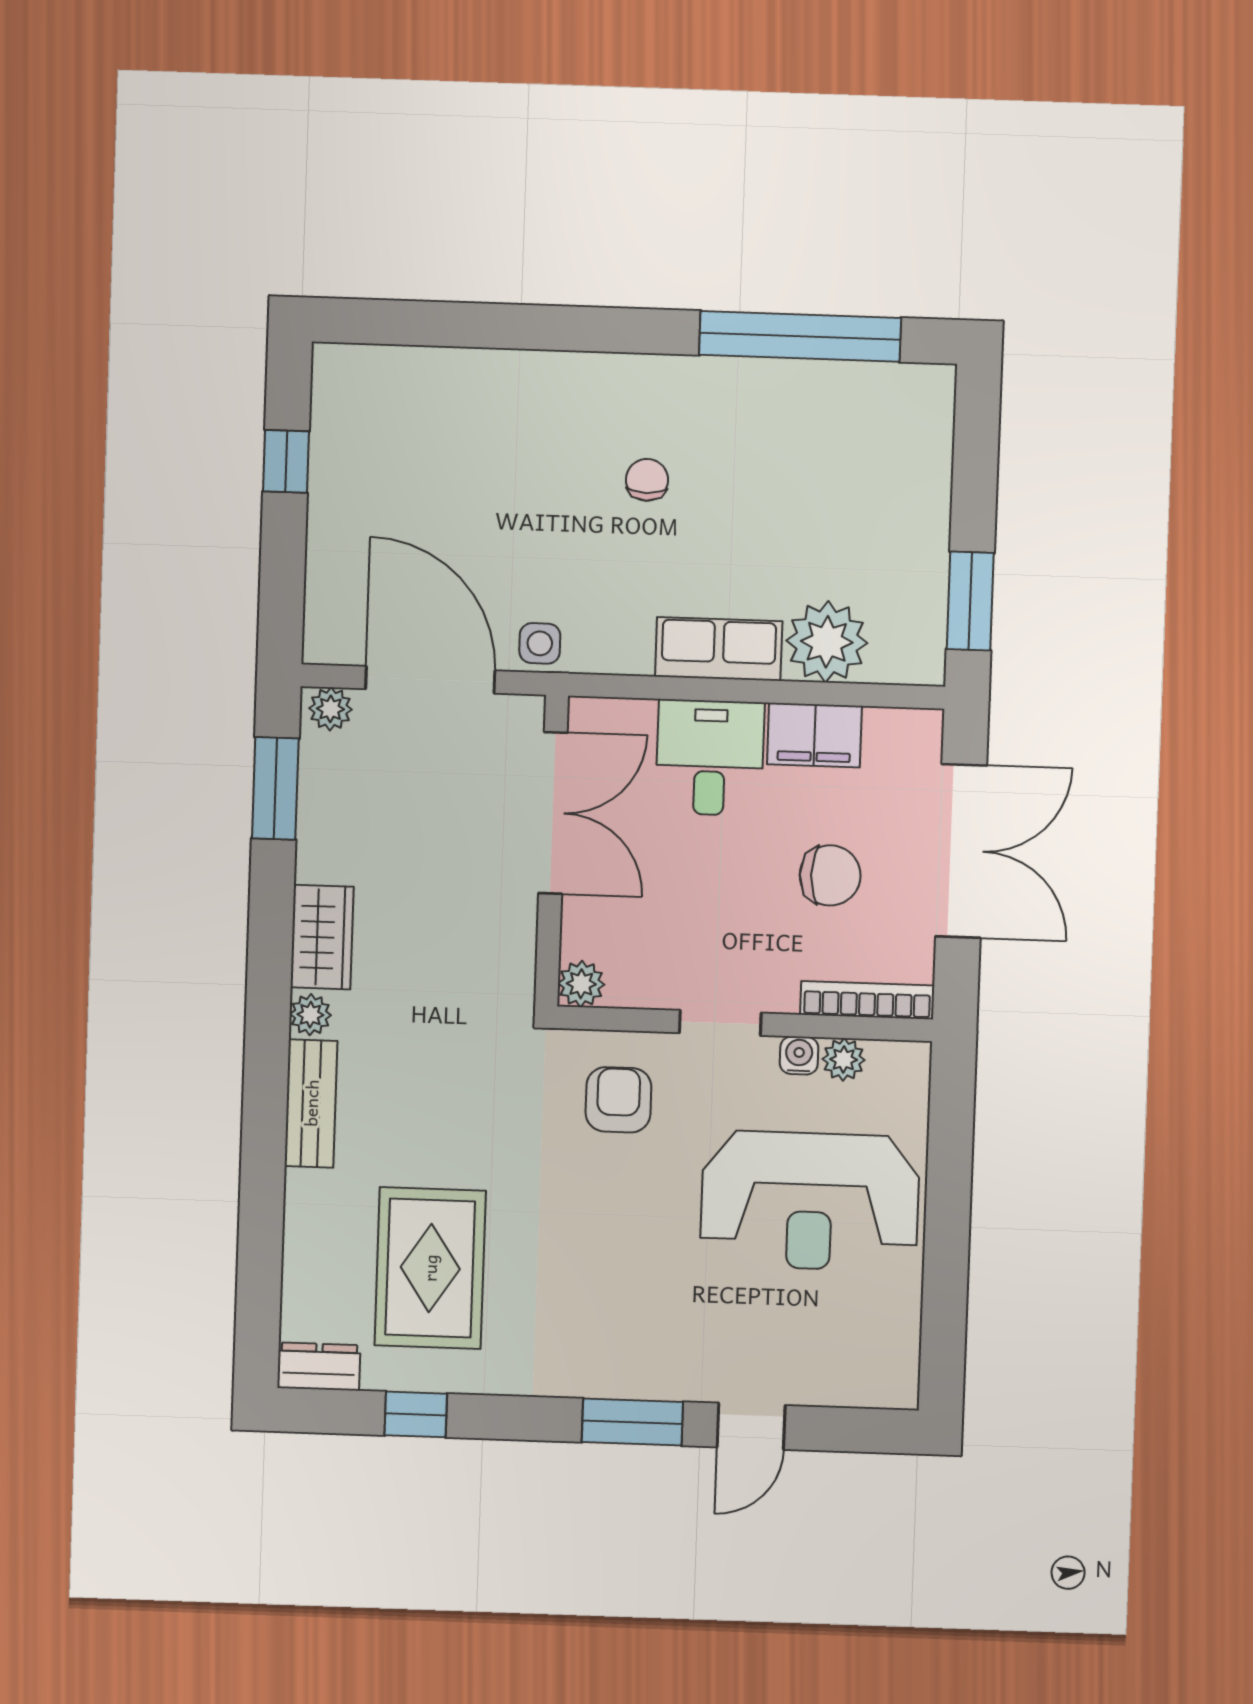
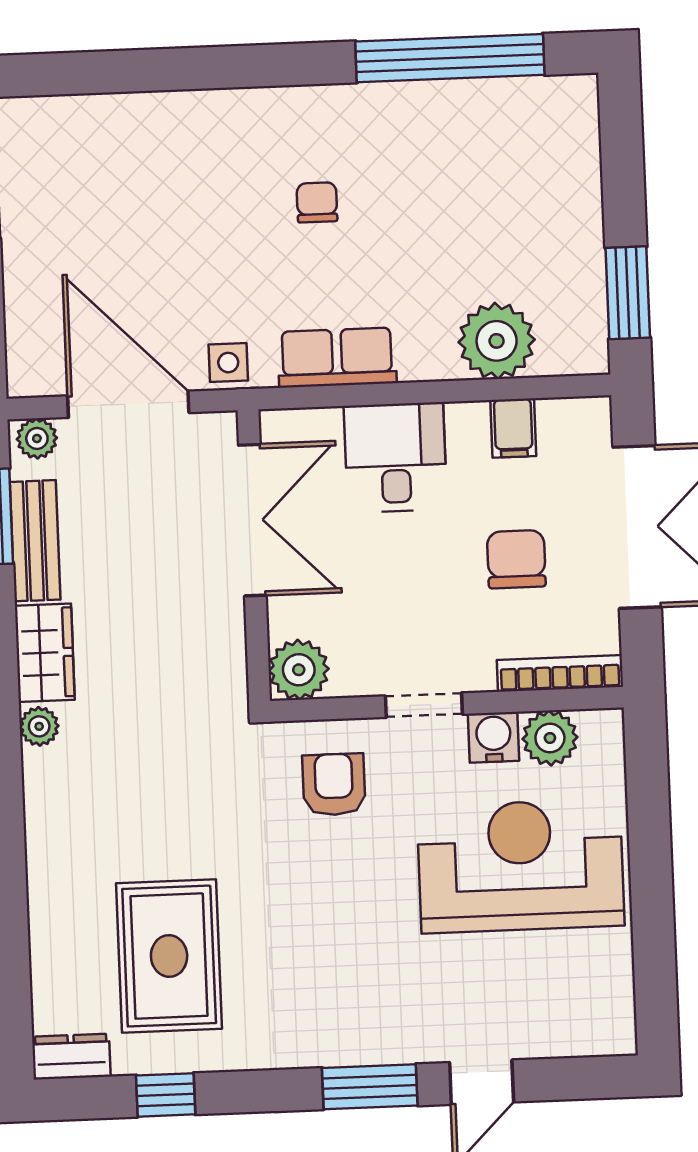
row of seats: (719, 649) -> (337, 358), moved
filing cabinet: (814, 735) -> (513, 428), width x0.50
chair: (830, 875) -> (516, 559), turned -90
plant: (581, 984) -> (299, 670), width x1.38, depth x1.38
water cooler: (799, 1056) -> (494, 737), width x1.38, depth x1.38
plant: (844, 1059) -> (550, 738), width x1.38, depth x1.38
bench: (311, 1103) -> (35, 541), moved
reception desk: (810, 1201) -> (521, 866), turned 180

